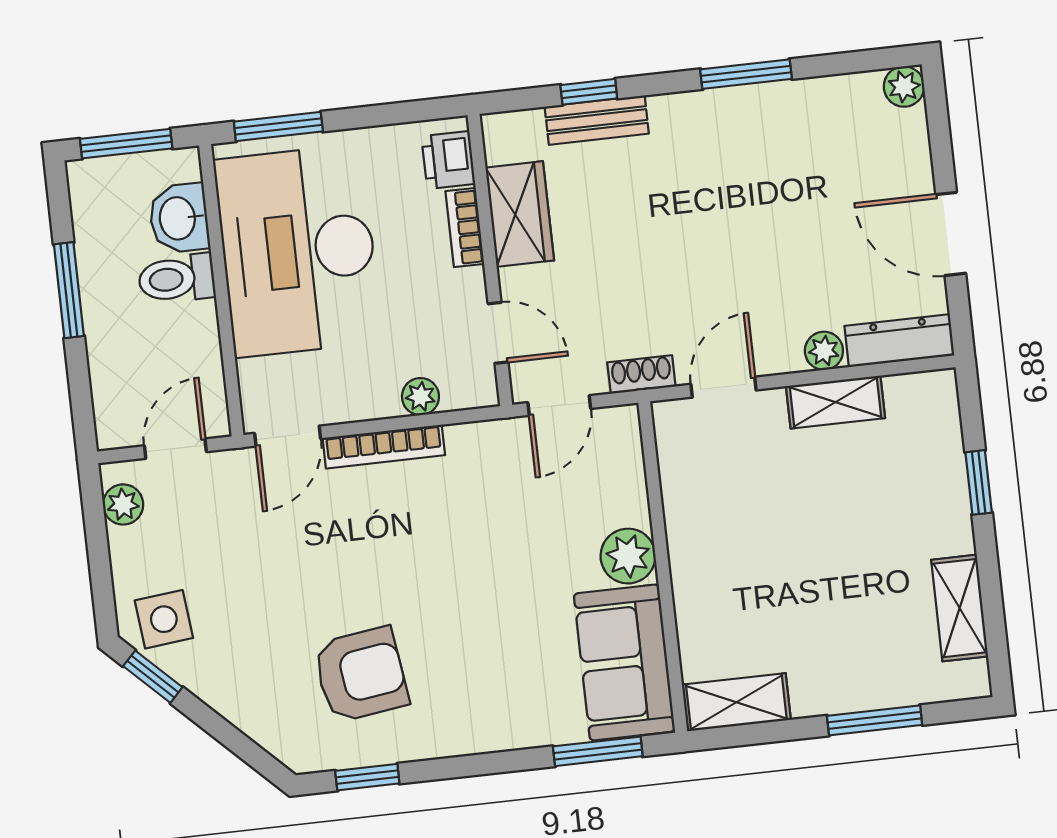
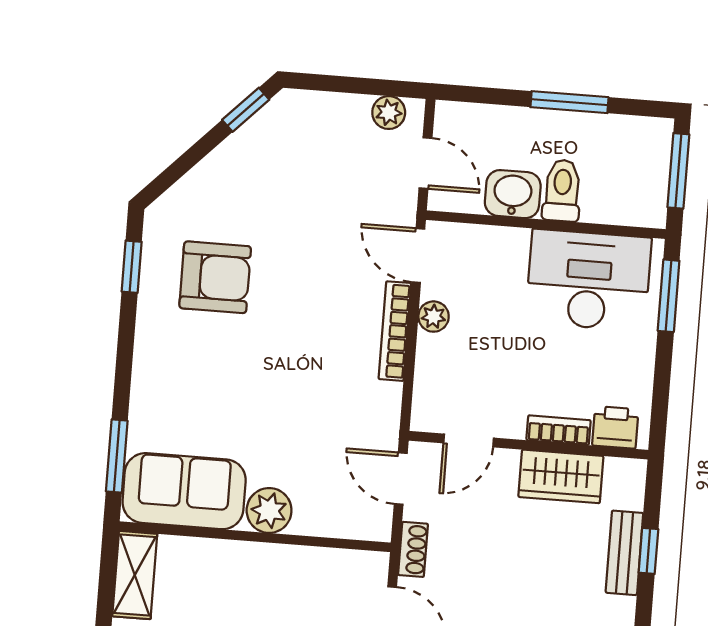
washbasin: (179, 218) -> (513, 194), moved
desk: (298, 251) -> (588, 280), width x0.73, depth x0.77
plant: (420, 397) -> (434, 317), moved
side table: (164, 619) -> (290, 128), removed
armchair: (361, 675) -> (215, 277), turned -82

